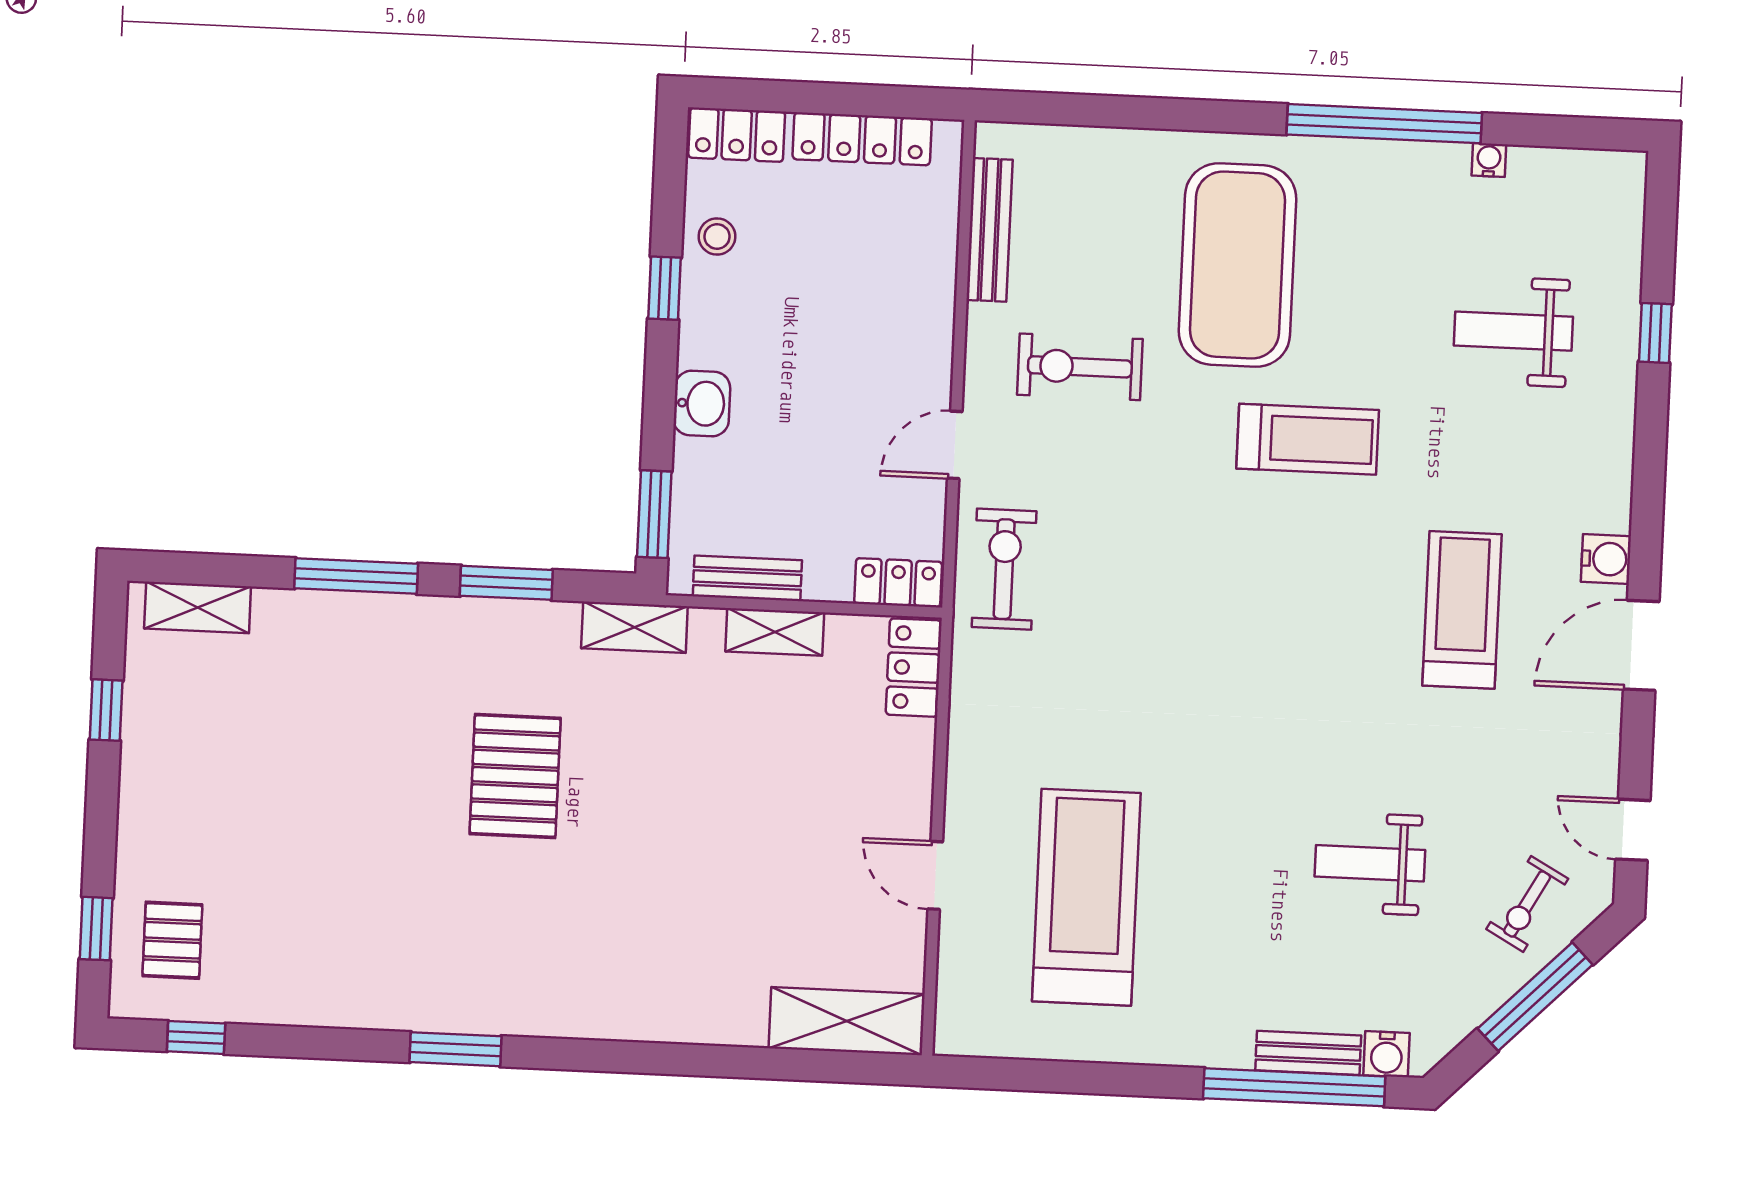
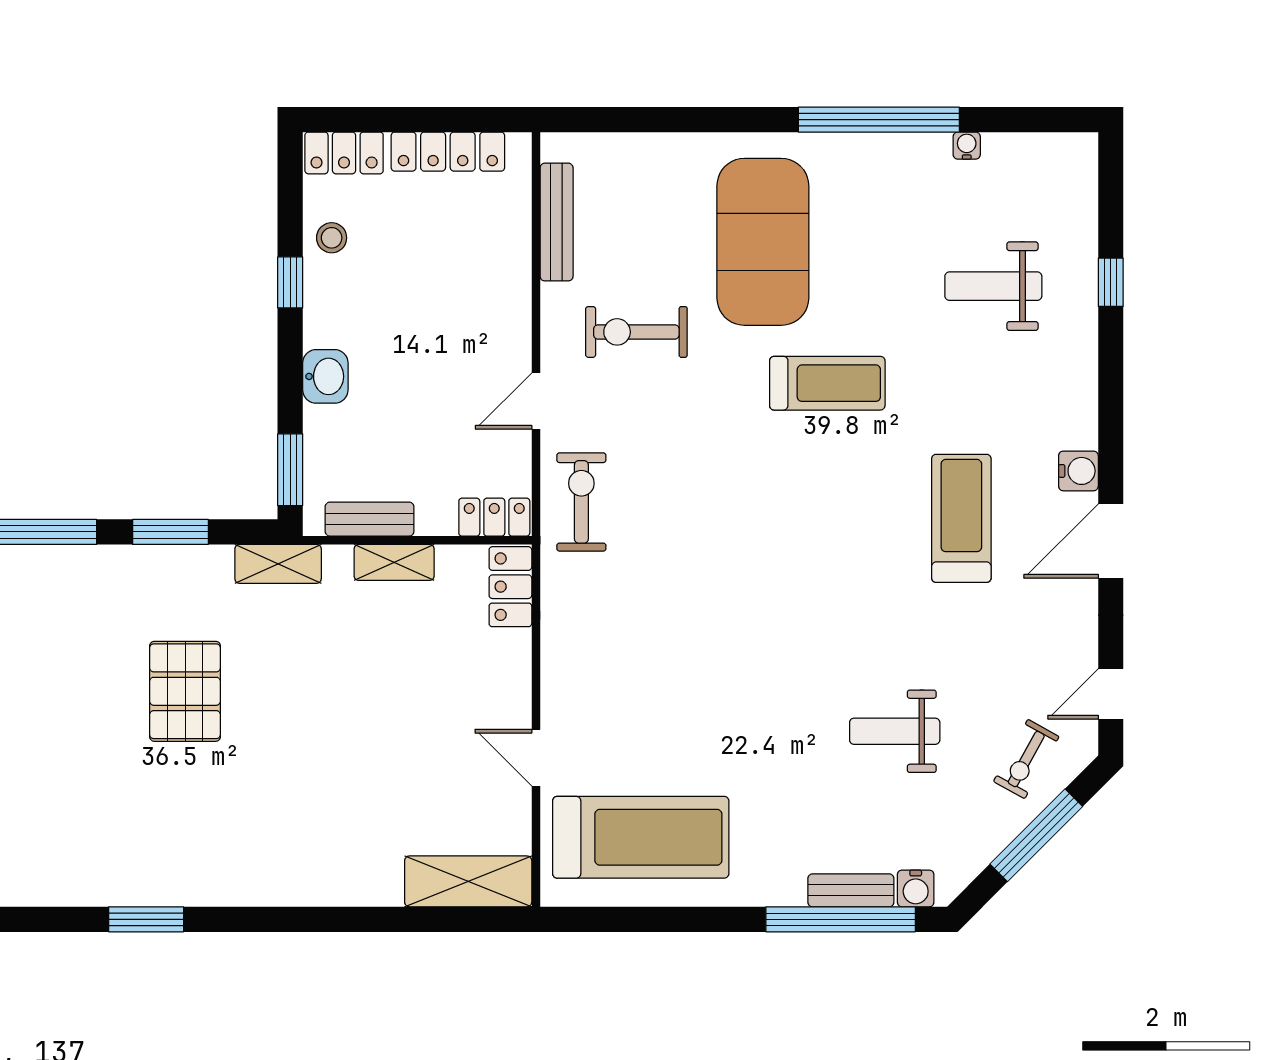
door: (1633, 830) -> (1111, 694), hinge flipped
treadmill: (1086, 897) -> (641, 837), moved, turned 90

